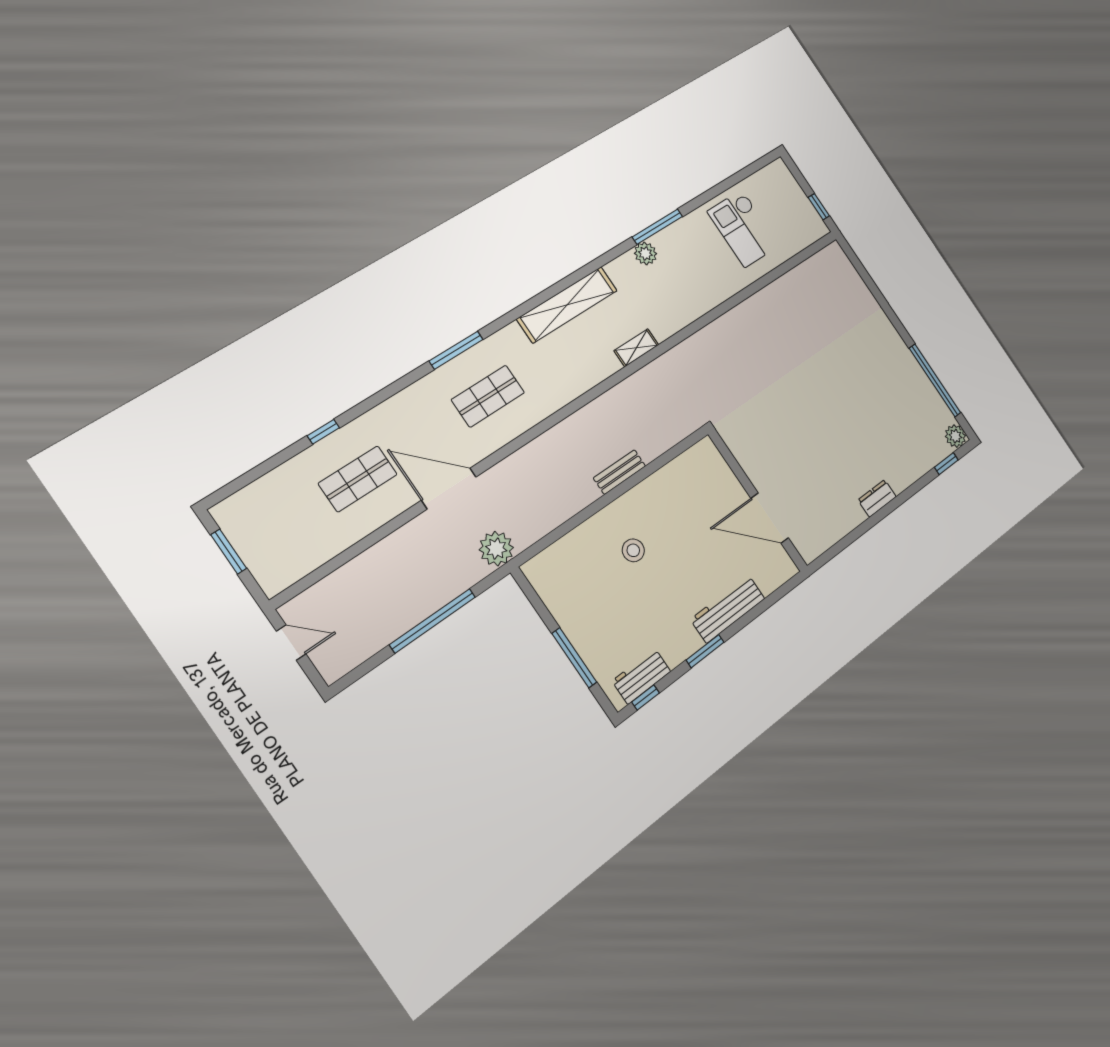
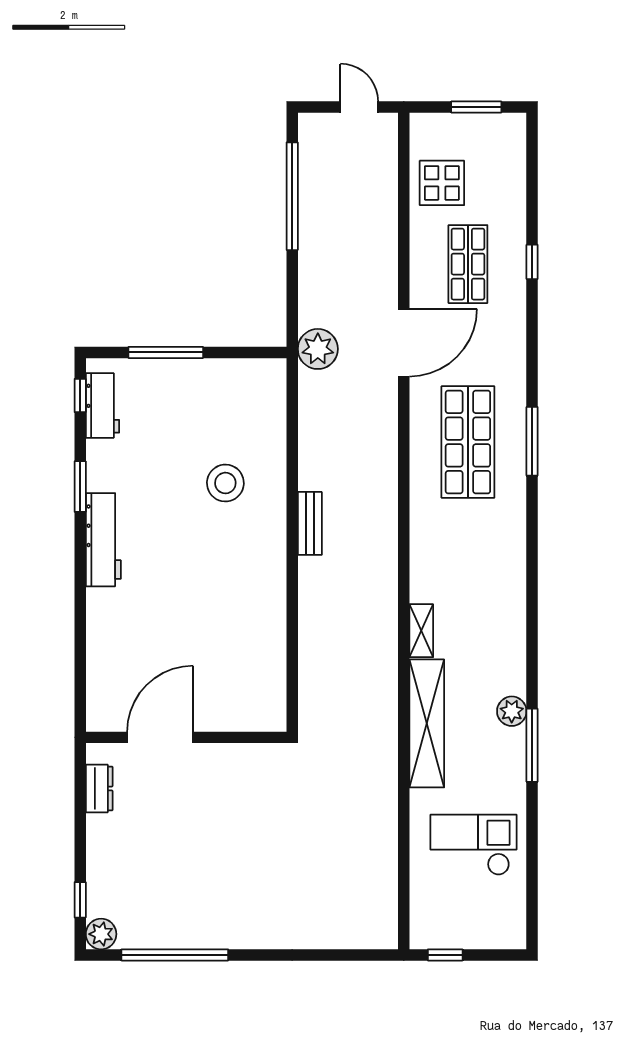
shelving: (567, 305) -> (427, 723), moved
shop shelf: (488, 396) -> (468, 442), width x1.43, depth x1.36
wall: (758, 500) -> (186, 737), moved
door: (770, 518) -> (160, 737), moved
display table: (308, 539) -> (442, 183), added
stool: (633, 550) -> (225, 483), width x1.38, depth x1.38
window: (433, 621) -> (292, 196), moved
door: (291, 643) -> (359, 107), swing flipped

